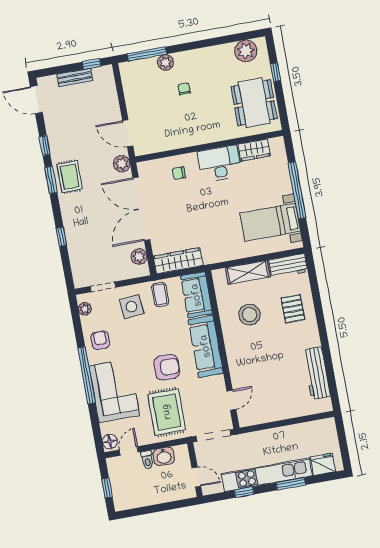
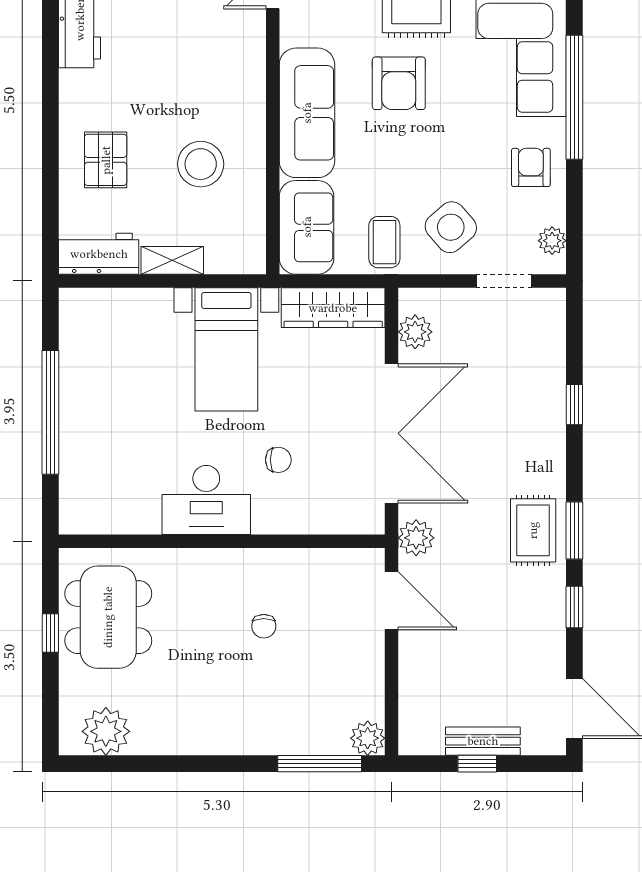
plant: (165, 62) -> (368, 738), moved
window: (92, 64) -> (477, 764), moved
window: (276, 72) -> (50, 633), moved
chair: (184, 89) -> (264, 626), moved
wardrobe: (254, 150) -> (127, 516), removed
chair: (179, 173) -> (278, 460), moved
bed with nightstands: (270, 222) -> (226, 349), moved, turned 90
shelving: (248, 272) -> (172, 260), width x0.67, depth x0.75
side table: (132, 307) -> (451, 227), turned -36
armchair: (100, 340) -> (531, 167), turned 180
armchair: (167, 367) -> (399, 83), turned -90

